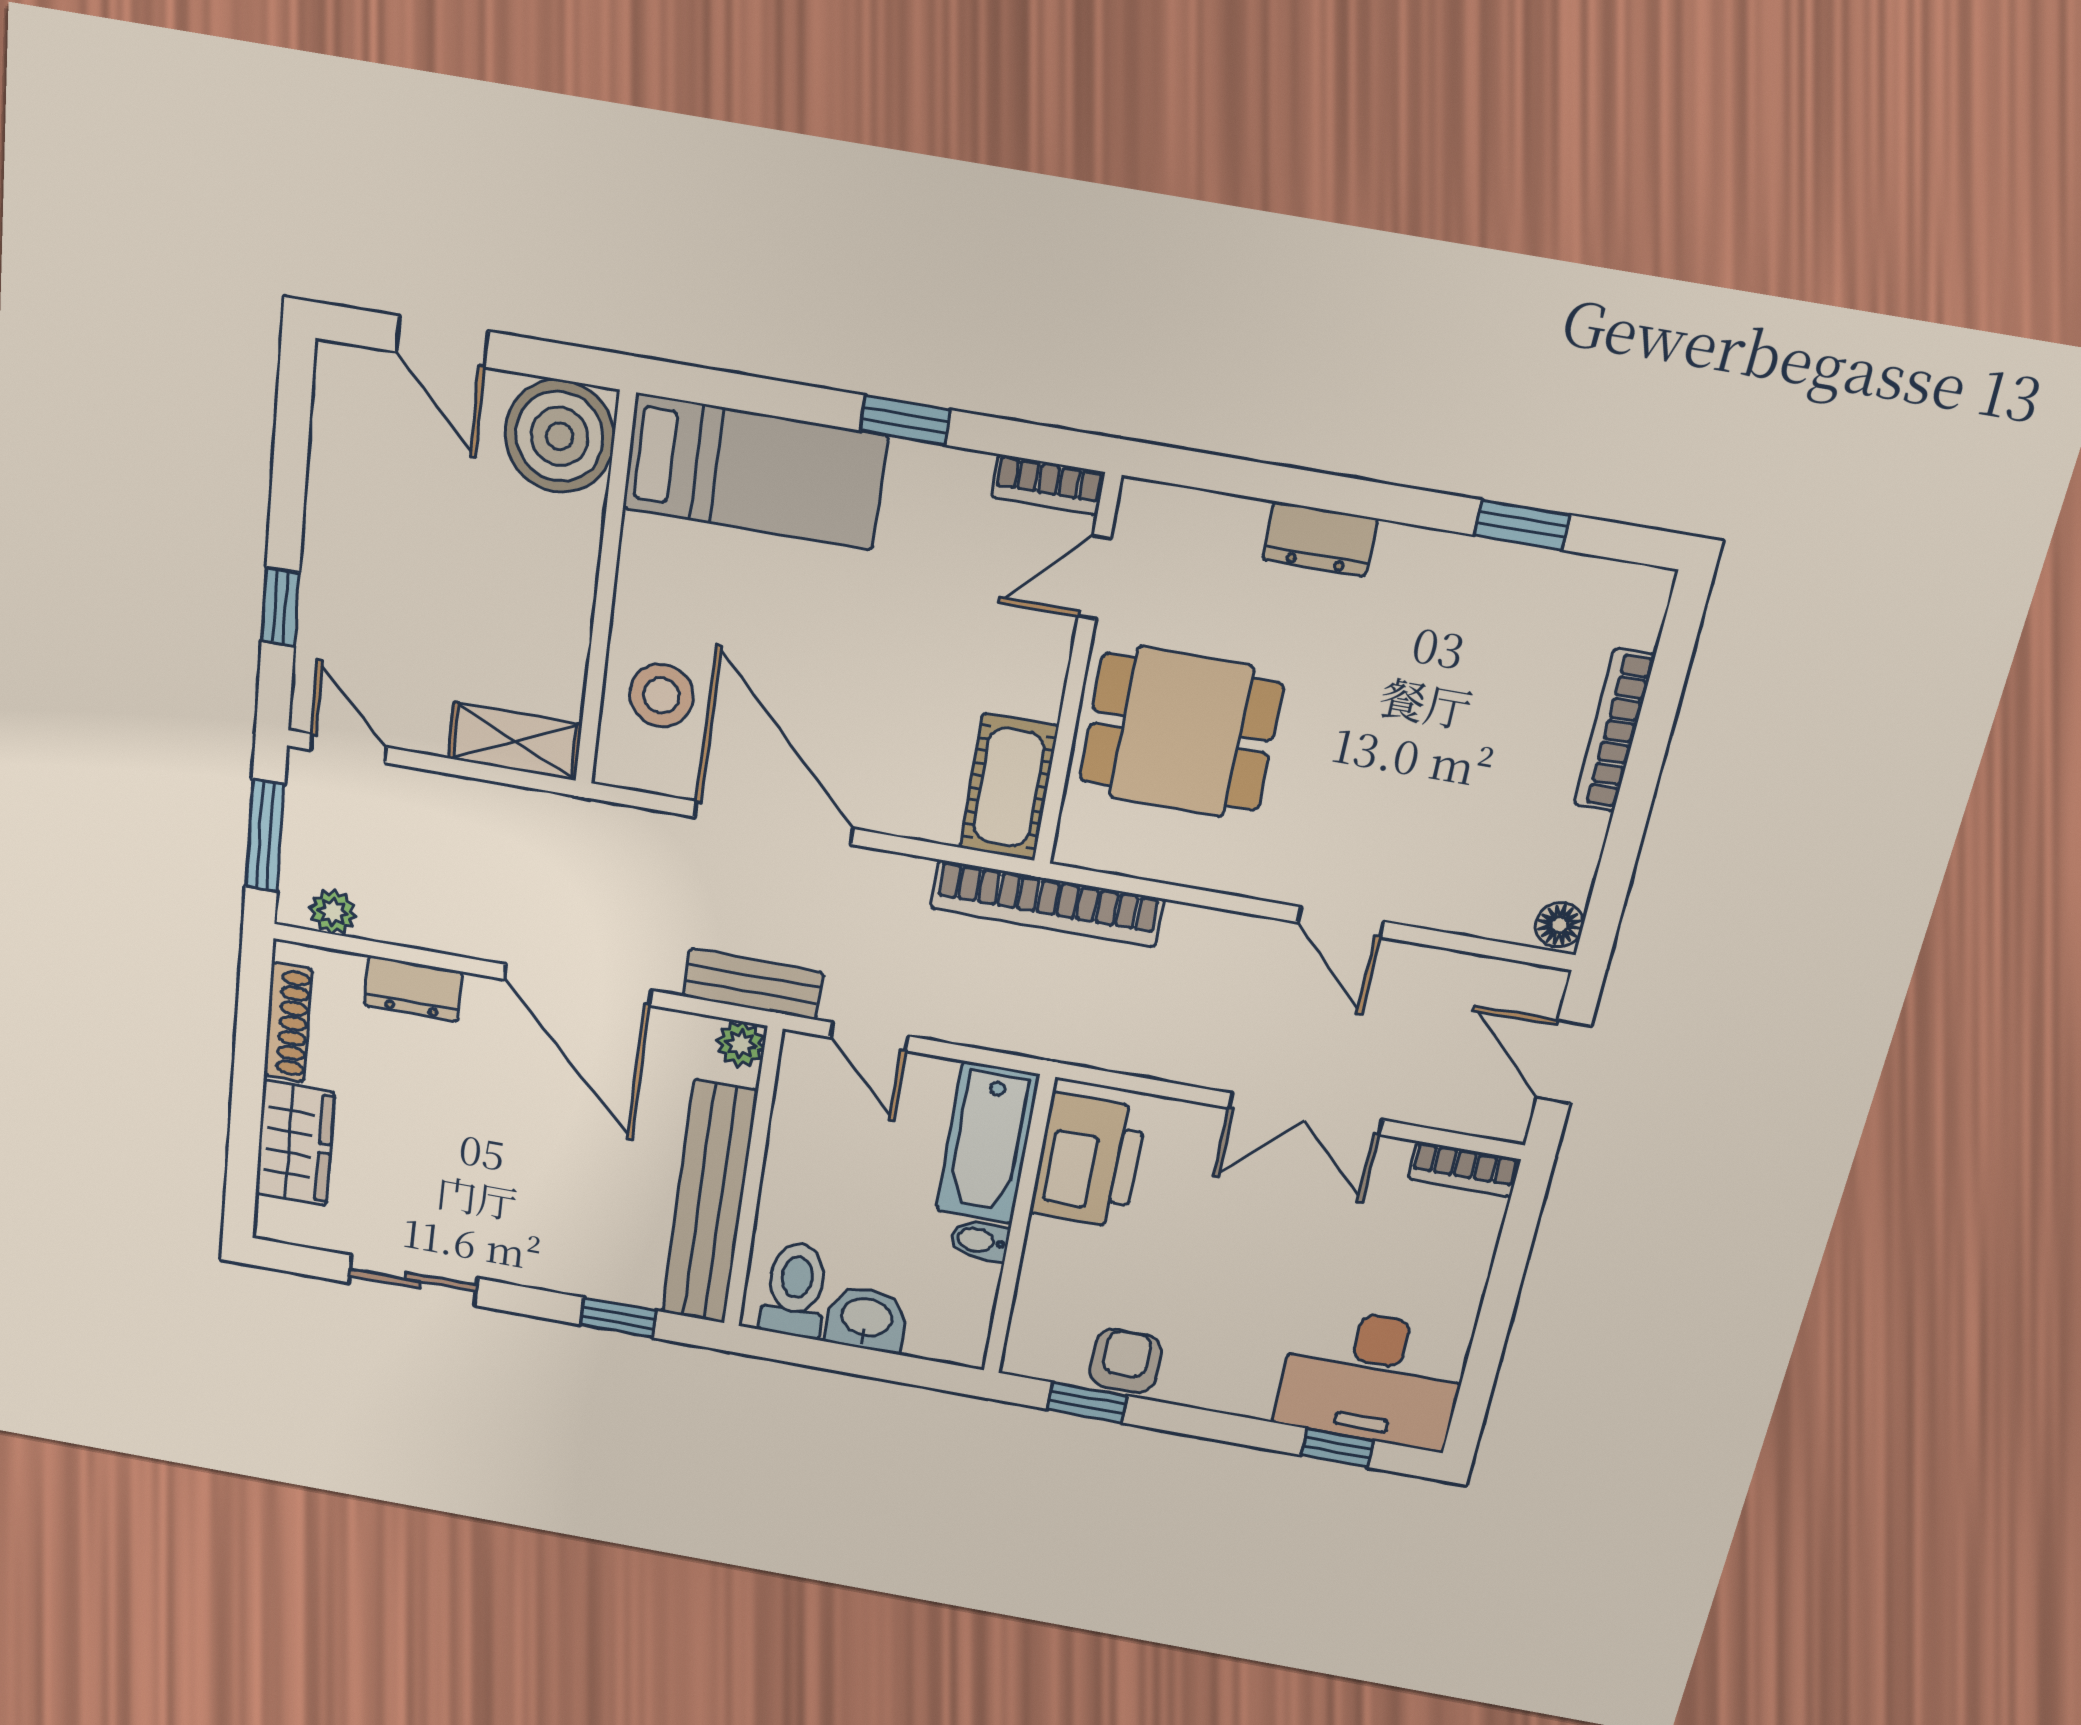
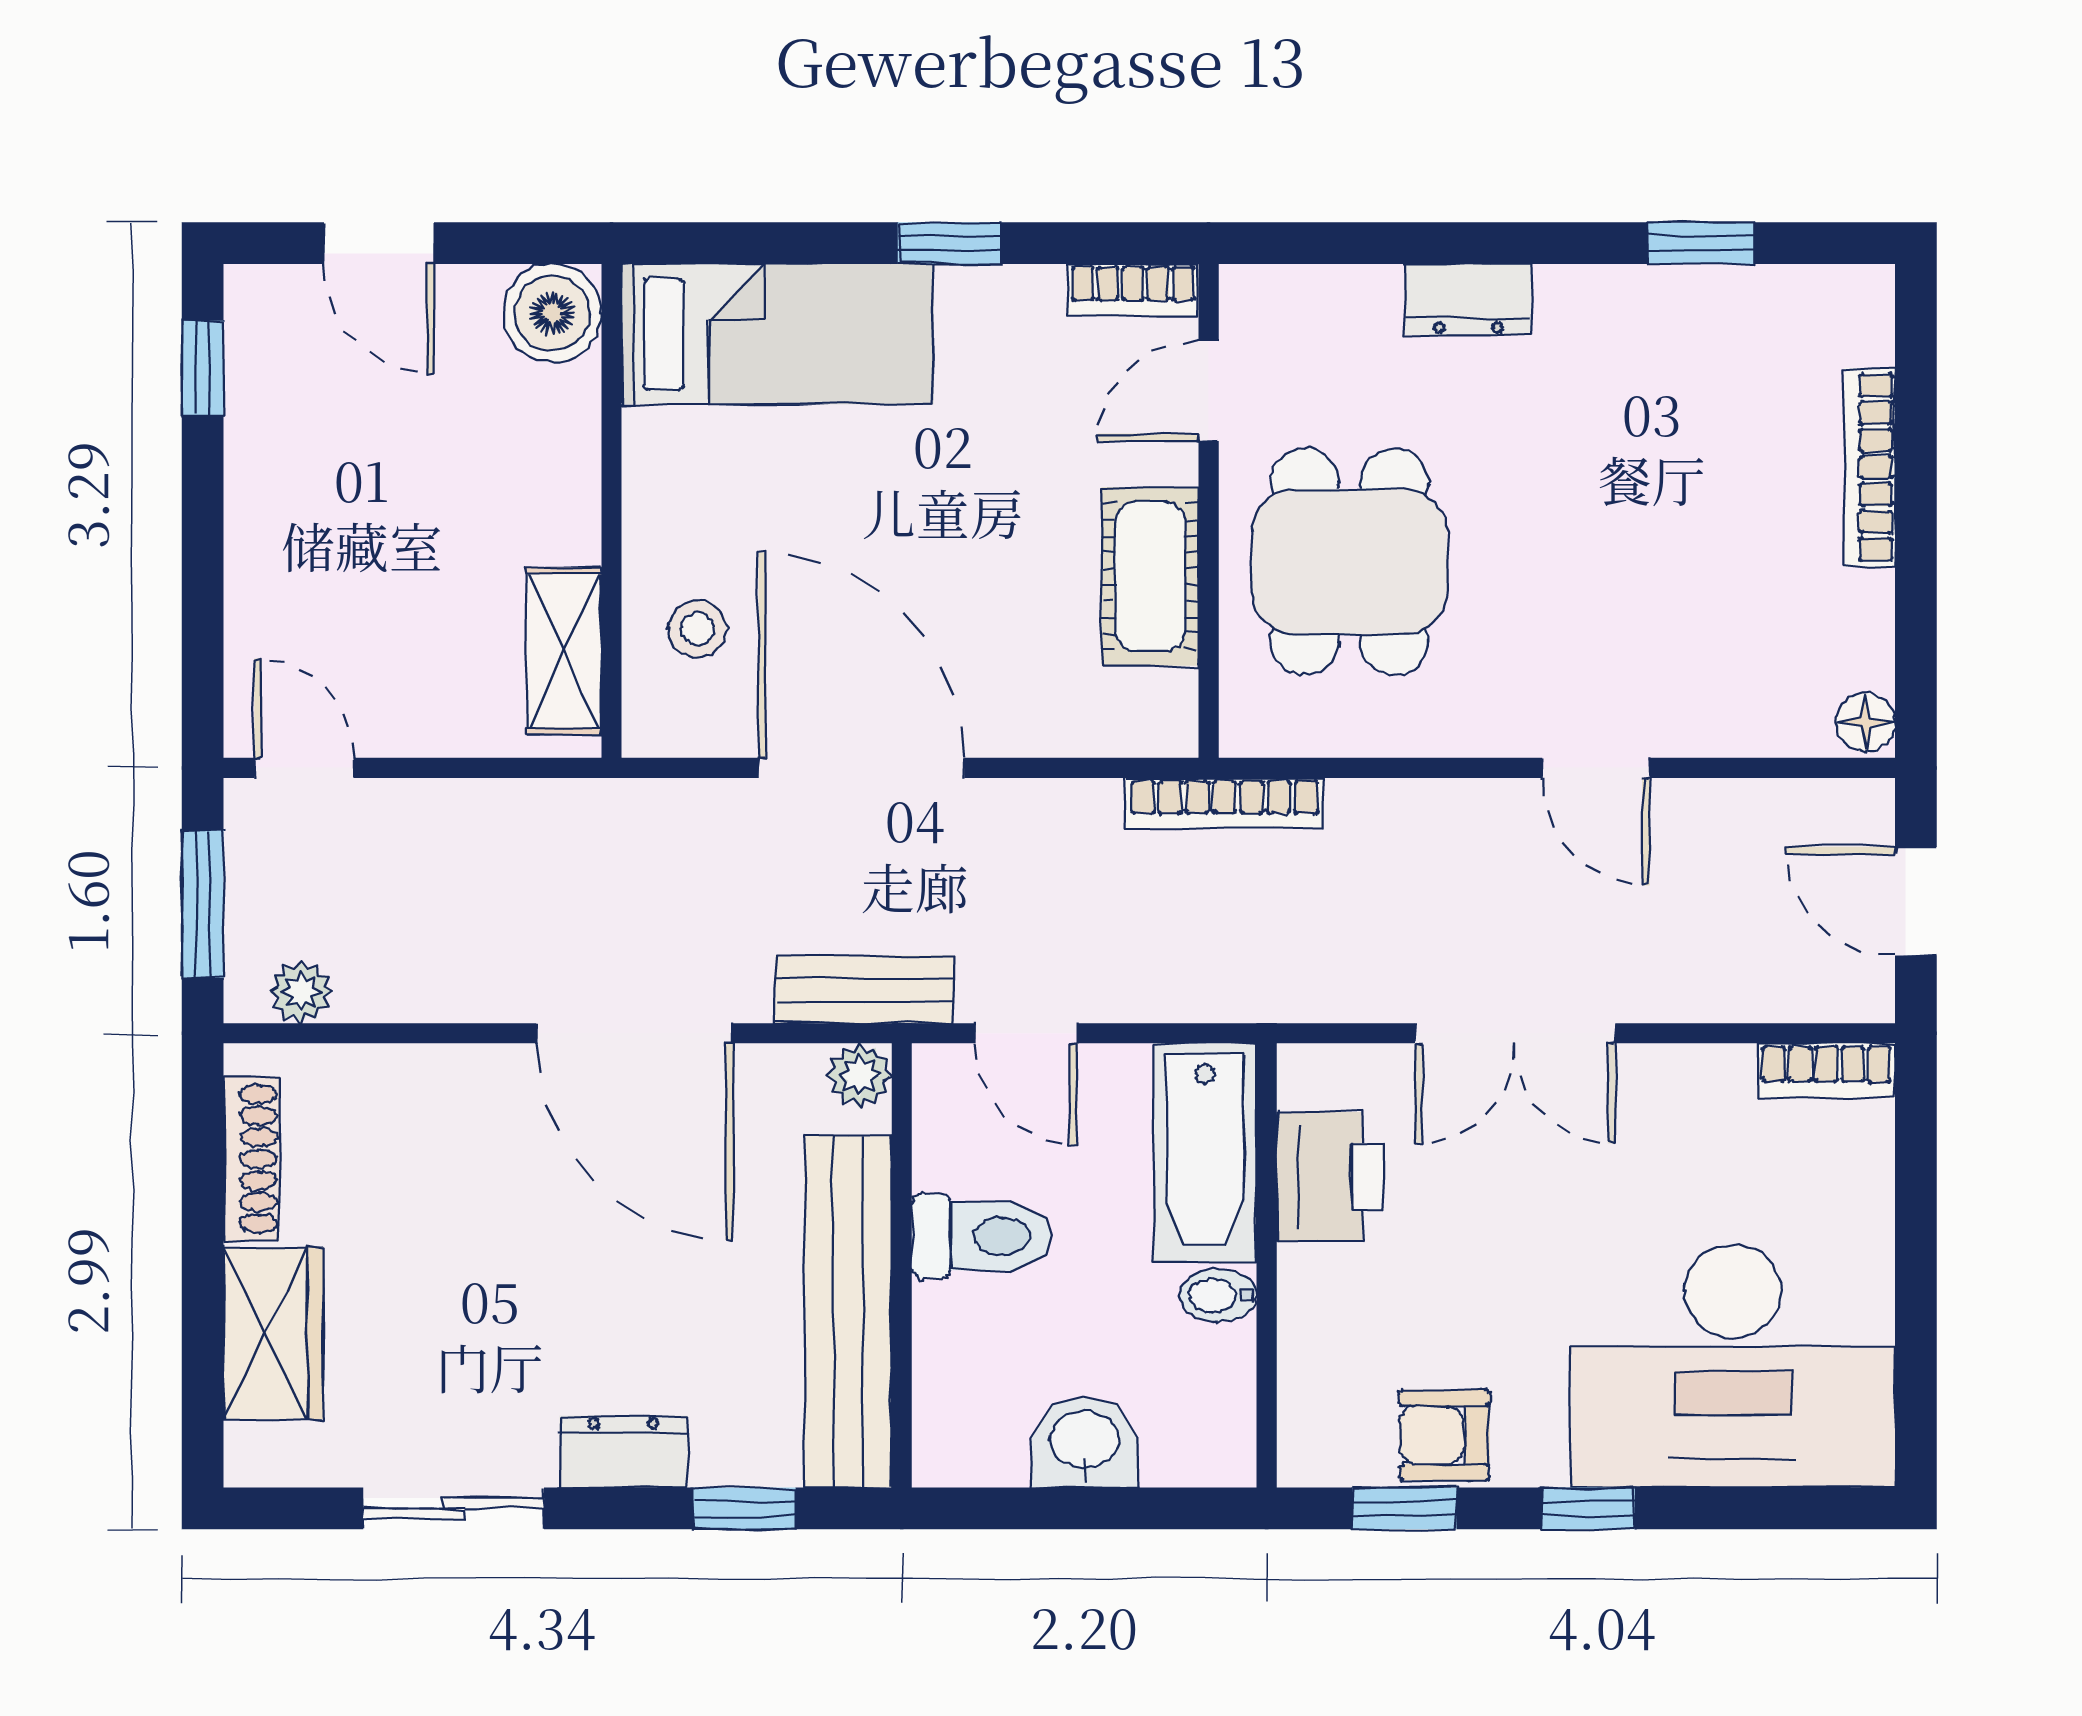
boiler: (560, 436) -> (552, 313), width x0.73, depth x0.73
window: (280, 607) -> (203, 368), moved
stool: (661, 695) -> (698, 629), width x0.73, depth x0.73
dining table: (1181, 732) -> (1349, 562), turned 90
shelving: (515, 741) -> (564, 651), moved, turned 90
cot: (1009, 787) -> (1150, 576), moved
bookcase: (1047, 904) -> (1225, 803), width x0.68, depth x0.76
dresser: (413, 989) -> (623, 1452), moved, turned 180
double door: (1306, 1114) -> (1515, 1033), moved
printer: (1088, 1161) -> (1330, 1177), width x0.73, depth x0.84
toilet: (795, 1290) -> (982, 1236), moved, turned 90
armchair: (1126, 1361) -> (1444, 1435), turned -90
desk: (1372, 1378) -> (1733, 1366), width x1.36, depth x1.30
window: (1337, 1448) -> (1588, 1508), moved

